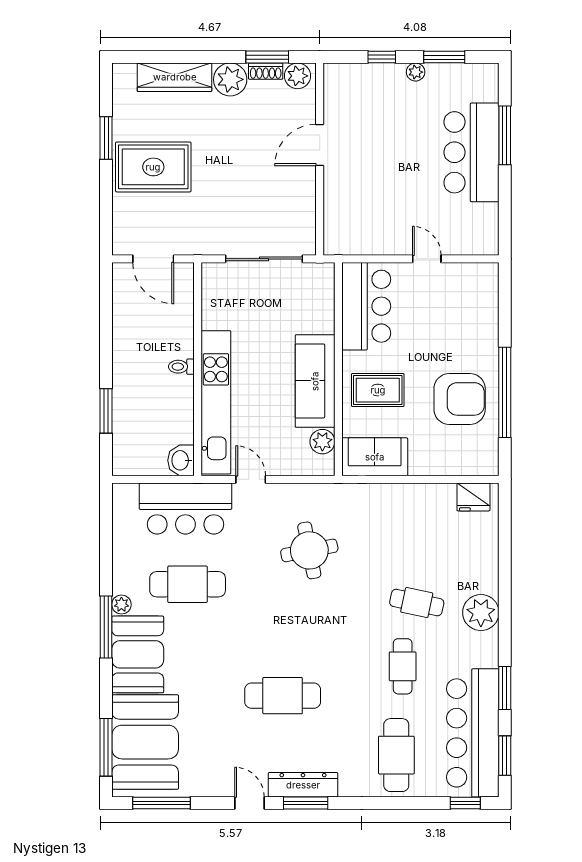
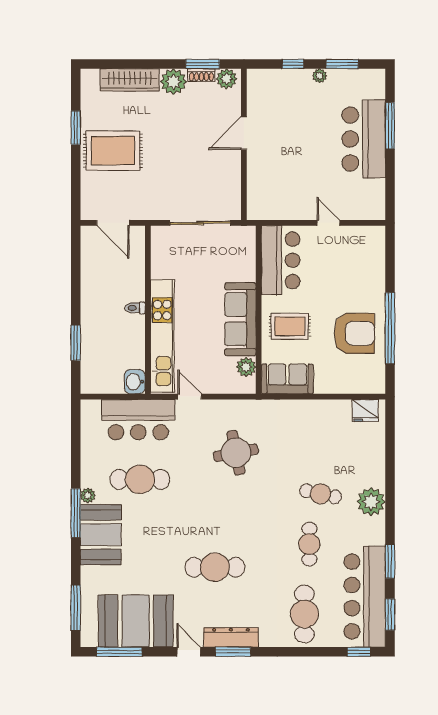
booth: (145, 742) -> (136, 621), moved, turned 90

